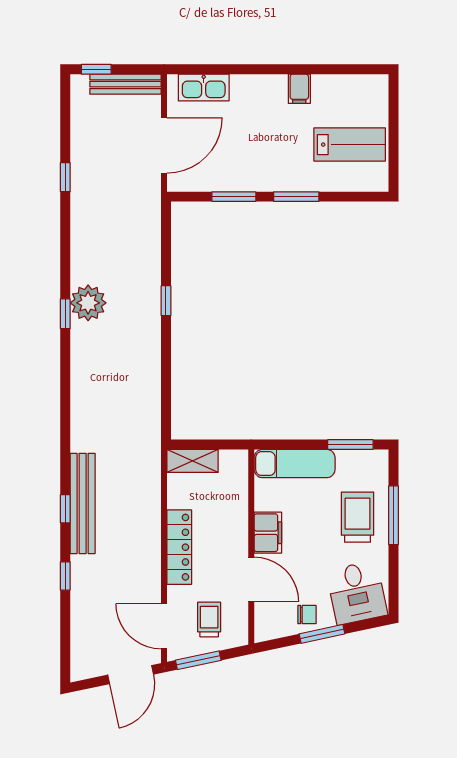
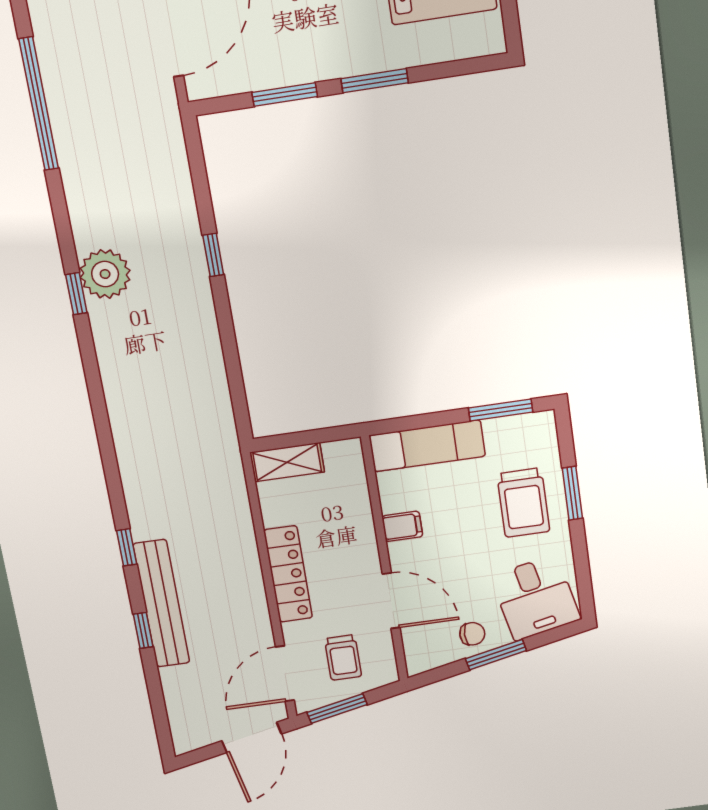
window: (65, 177) -> (39, 104), width x3.17
bench: (83, 503) -> (161, 604), moved
window: (394, 515) -> (572, 493), width x0.69
trolley: (357, 517) -> (523, 503), turned 180
filing cabinet: (268, 533) -> (402, 526), width x0.50
trolley: (209, 619) -> (343, 657), turned 180
door: (164, 626) -> (285, 674), hinge flipped

